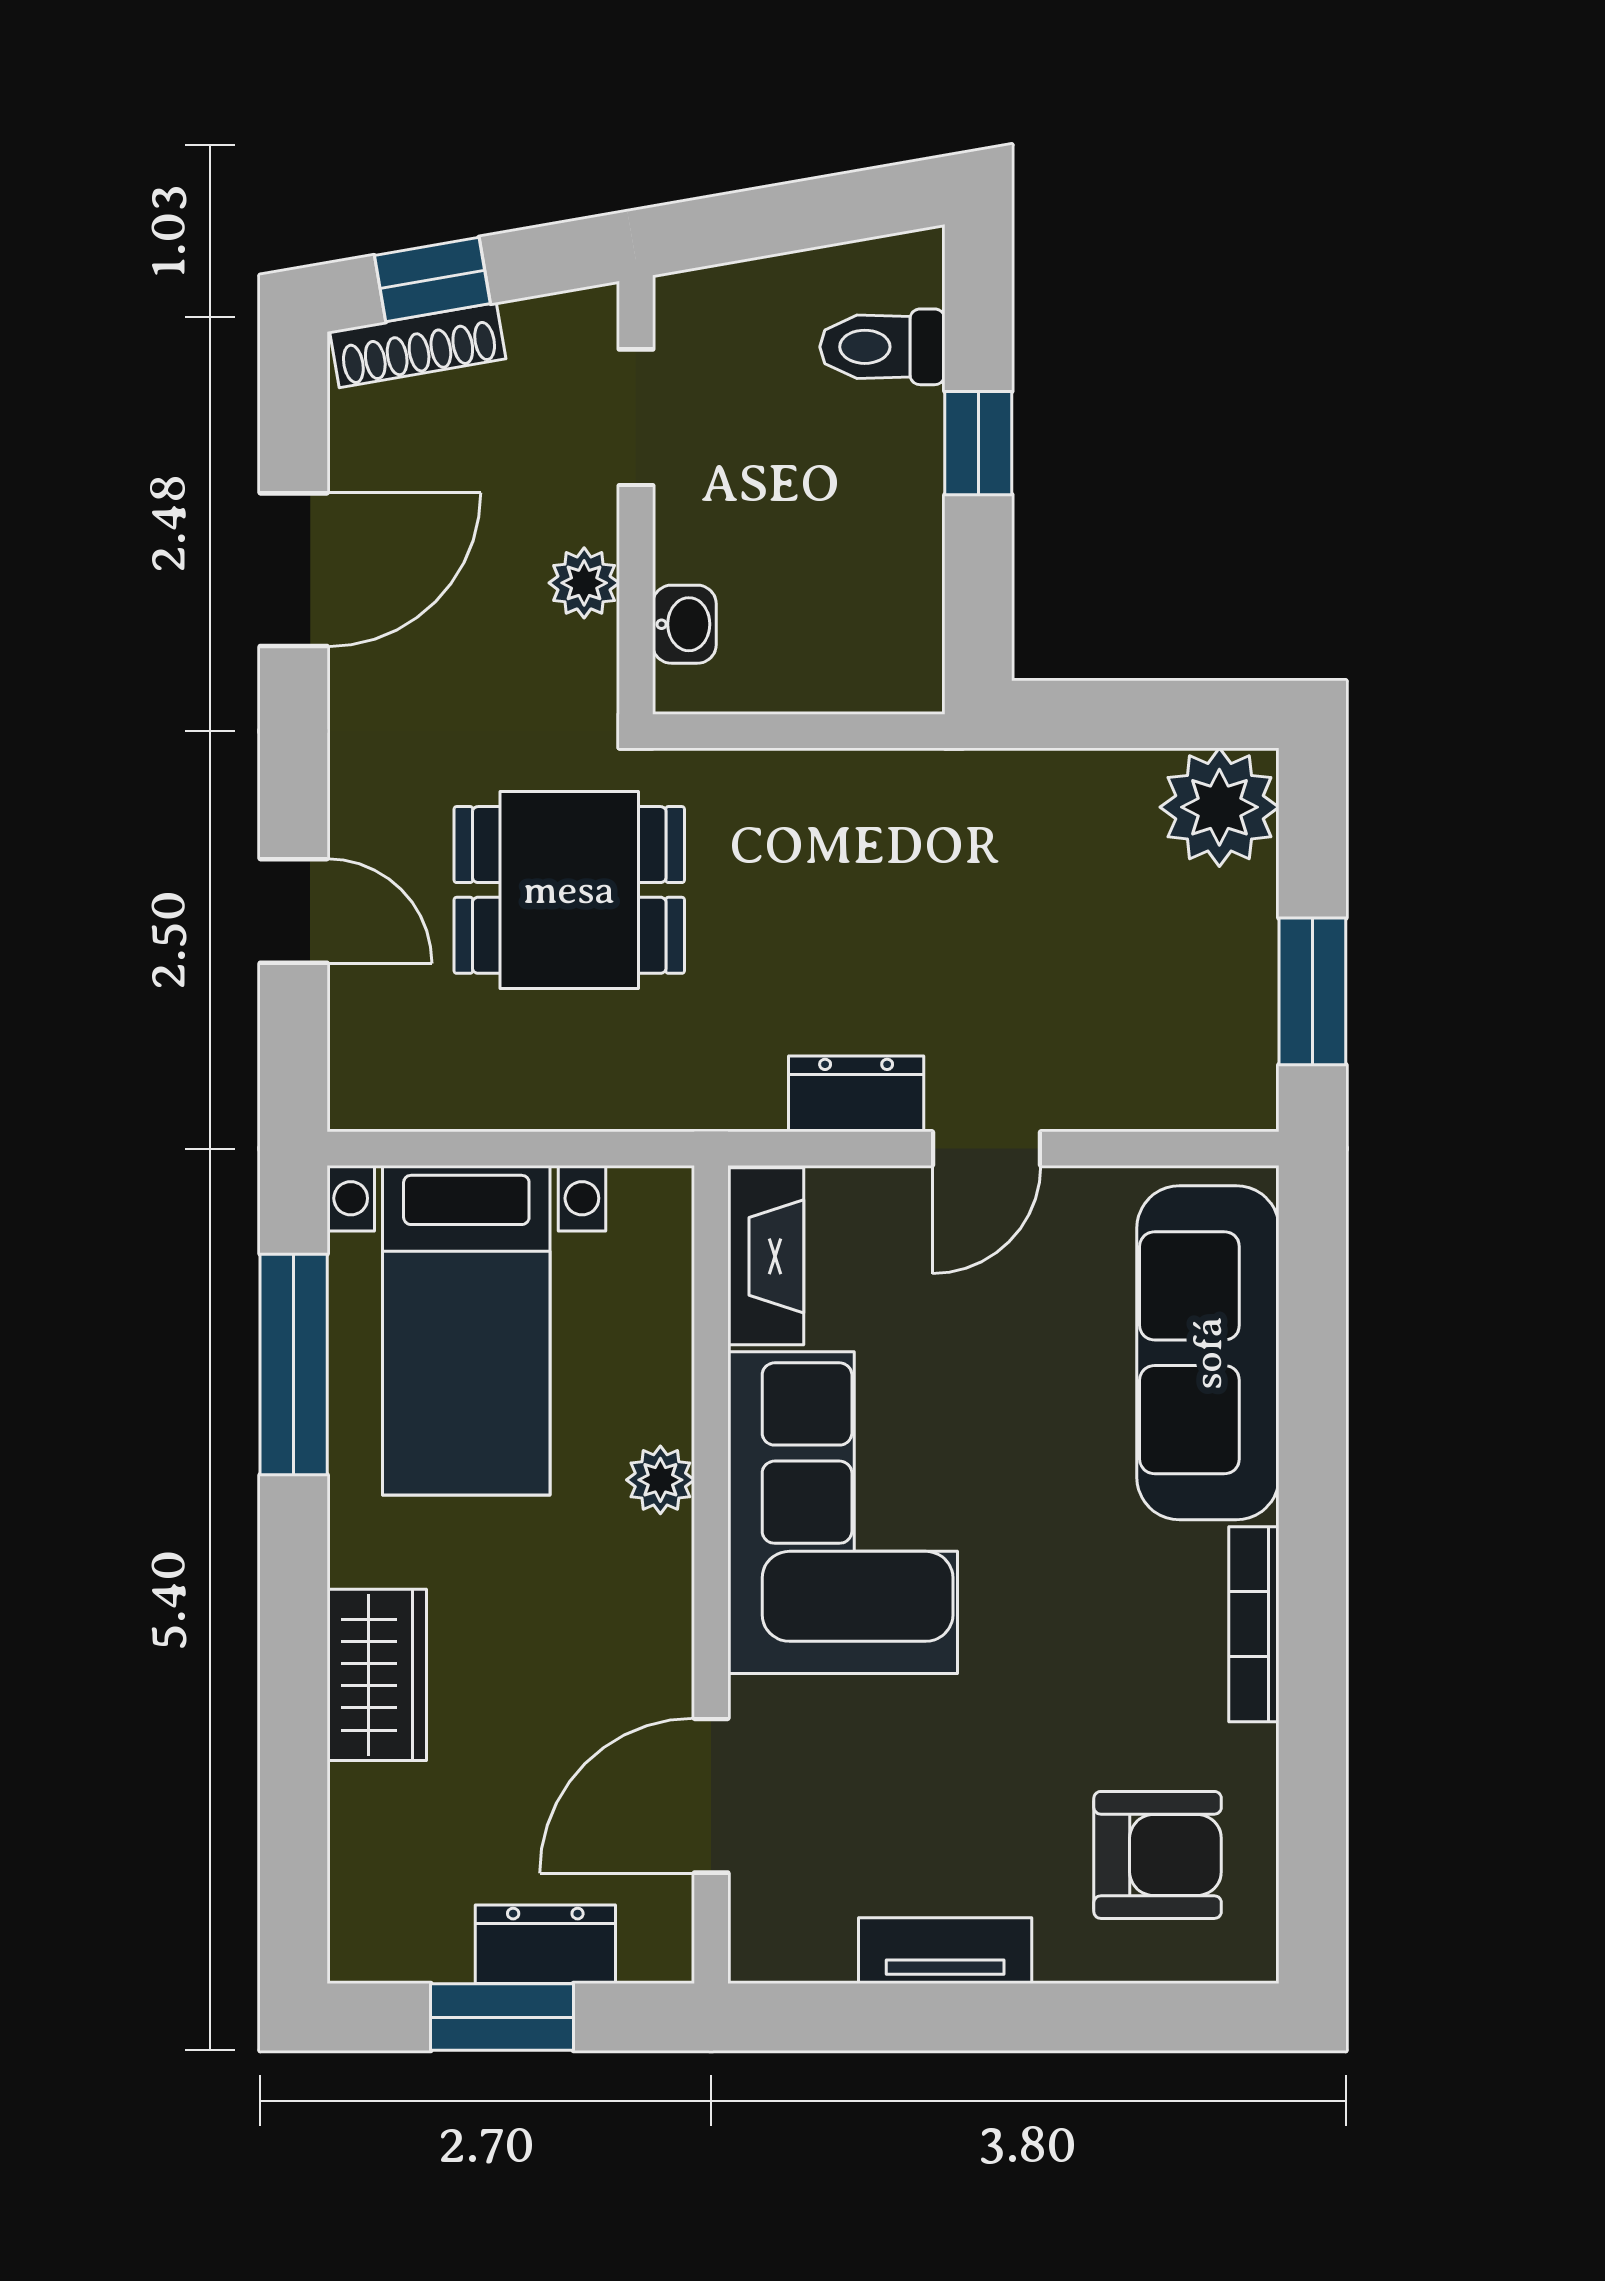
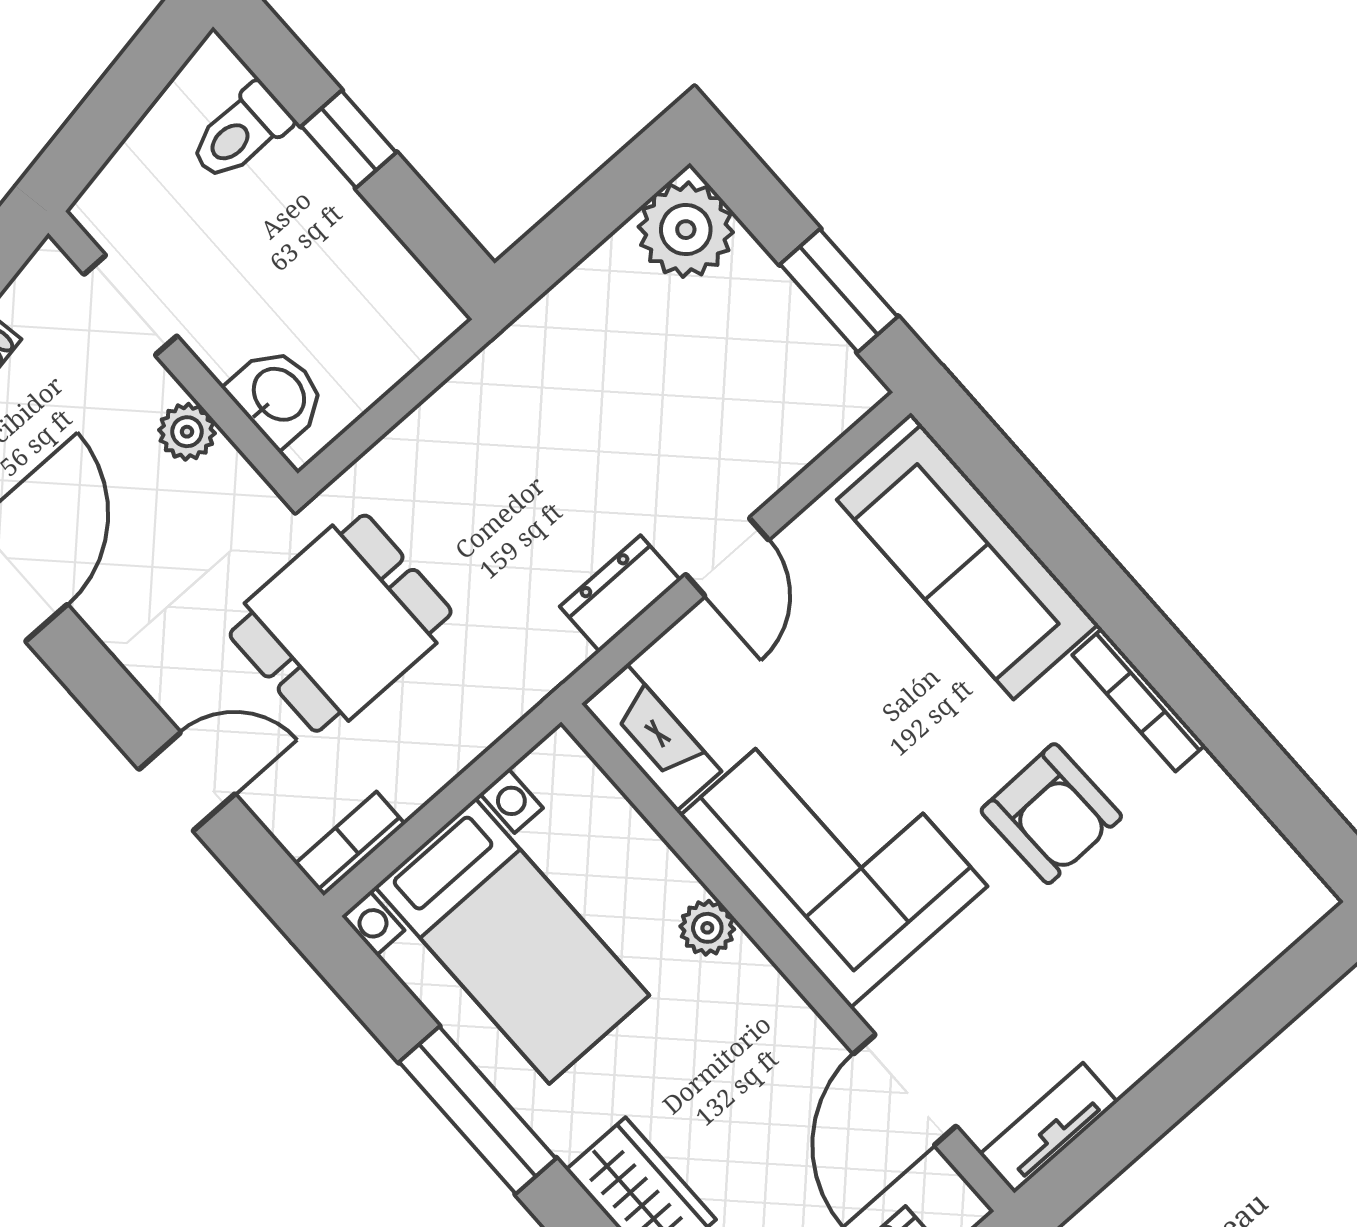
washbasin: (684, 624) -> (277, 396), width x1.38, depth x1.45
bookcase: (395, 1105) -> (350, 844), added
window: (294, 1364) -> (478, 1110), moved
armchair: (1158, 1855) -> (1051, 814), moved, turned 89
tv unit: (945, 1951) -> (1049, 1128), moved

